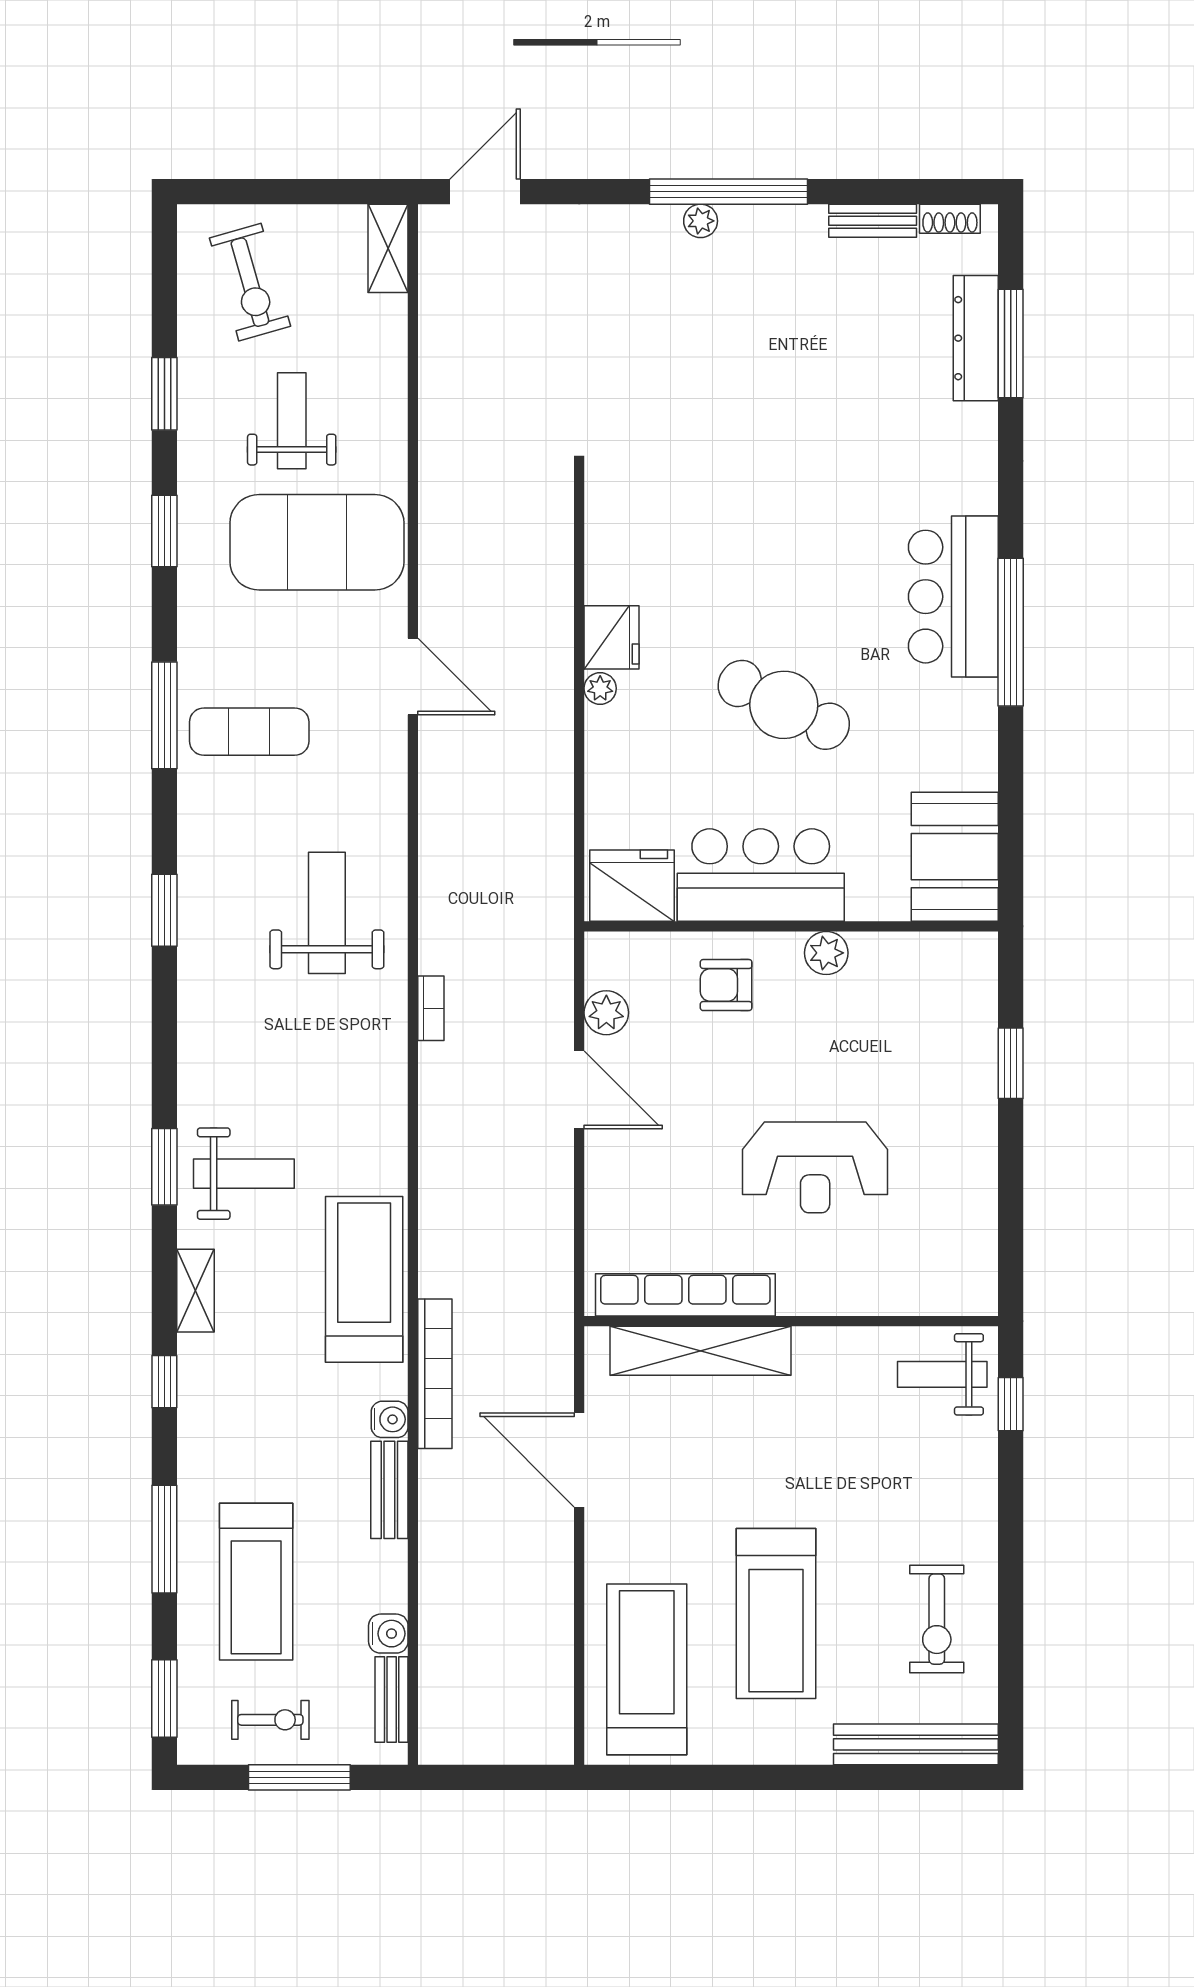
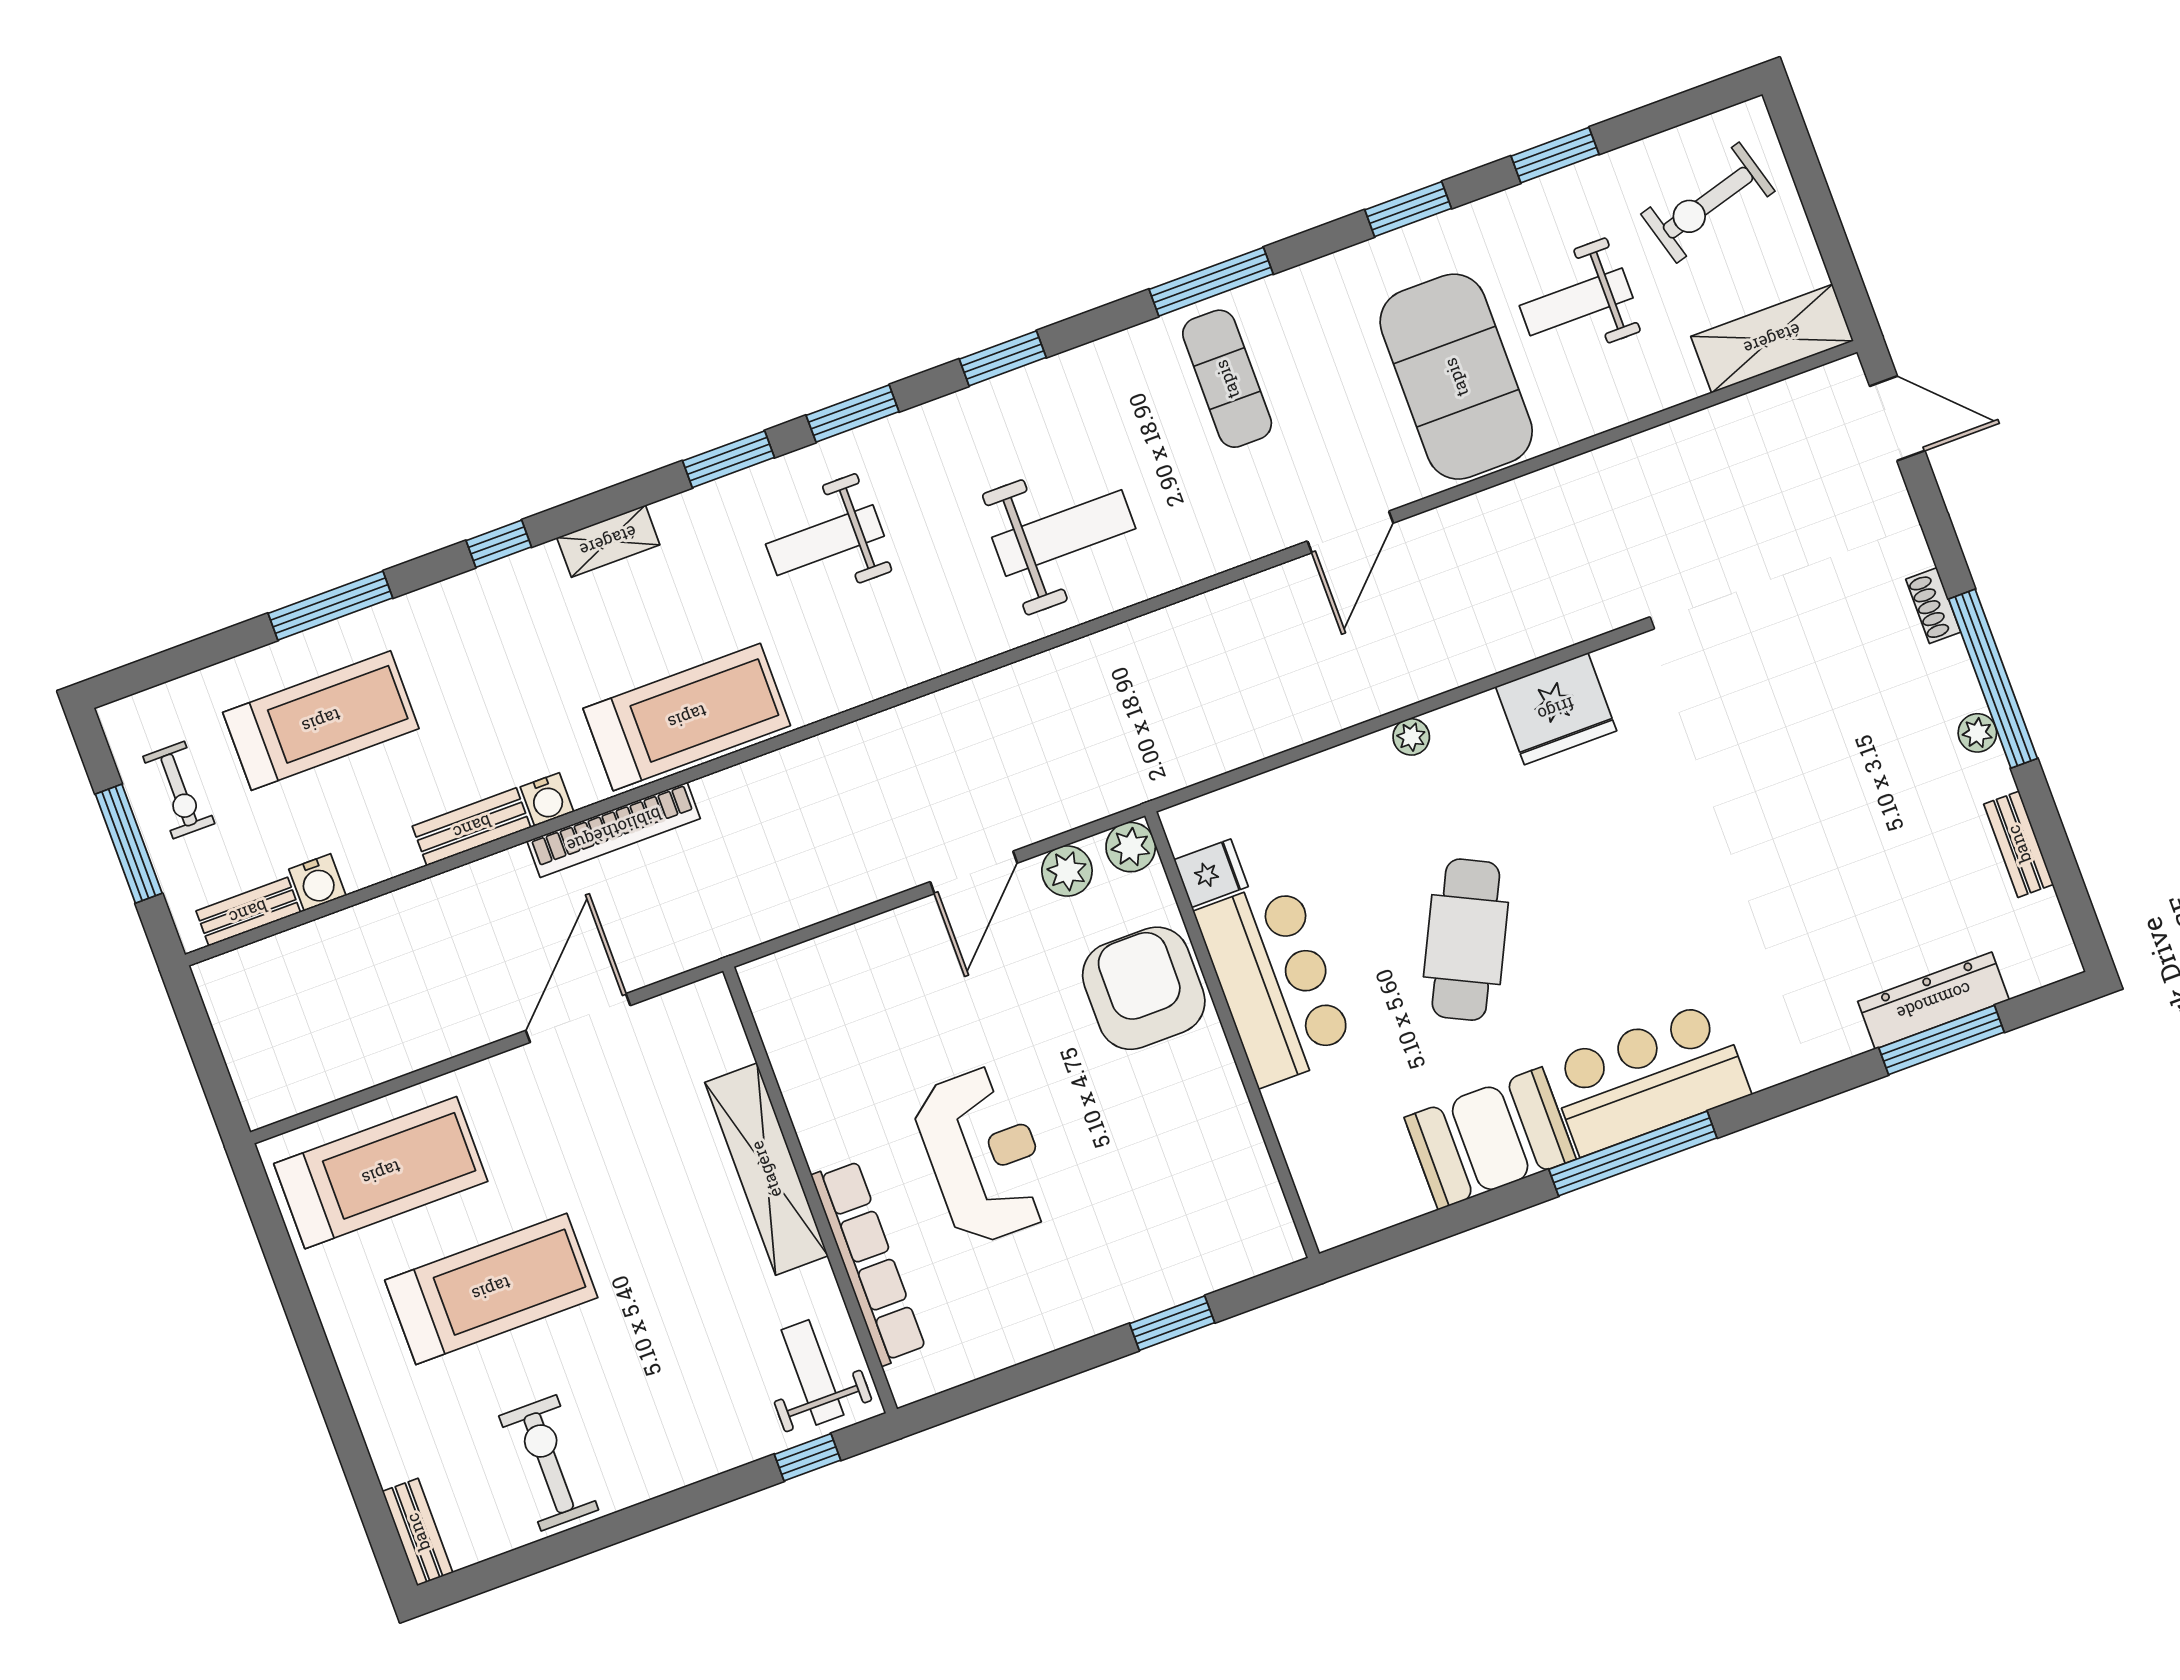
shoe rack: (950, 219) -> (1933, 606), moved
plant: (701, 221) -> (1977, 733), moved
shelving: (388, 248) -> (1772, 339), width x1.50, depth x1.33
weight bench: (292, 421) -> (1576, 302), turned 180
fridge: (612, 637) -> (1556, 709), moved, width x1.36, depth x1.34
booth: (955, 857) -> (1490, 1138), moved
fridge: (632, 886) -> (1211, 873), width x0.53, depth x0.75
plant: (826, 953) -> (1131, 847), moved
armchair: (726, 985) -> (1144, 988), width x1.88, depth x1.88
bookcase: (431, 1008) -> (1003, 682), removed
reception desk: (815, 1167) -> (984, 1155), turned 180
weight bench: (244, 1174) -> (825, 540), moved, turned 90
row of seats: (685, 1295) -> (869, 1263), moved
shelving: (701, 1351) -> (766, 1169), moved
treadmill: (256, 1582) -> (321, 721), turned 180
treadmill: (776, 1614) -> (491, 1289), turned 180
exercise bike: (937, 1619) -> (549, 1463), turned 90
window: (164, 1699) -> (853, 414), moved
bench: (916, 1744) -> (418, 1532), width x0.54, depth x0.82

